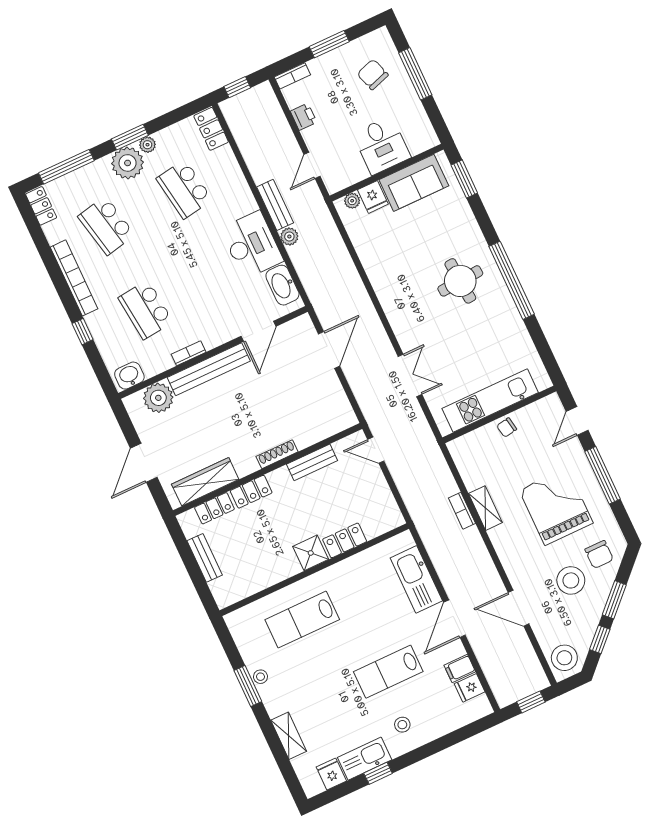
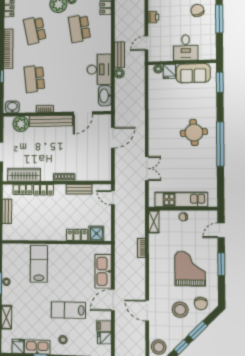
window: (602, 475) -> (221, 264), width x0.69
shelving: (485, 508) -> (154, 222), moved
shower: (311, 553) -> (96, 234), moved
lab bench: (302, 620) -> (39, 264), turned 90

